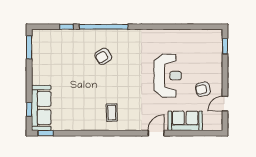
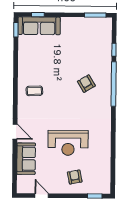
armchair: (203, 89) -> (75, 177), moved

